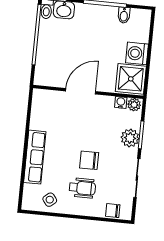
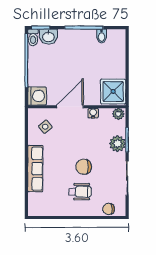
washing machine: (137, 53) -> (37, 96), moved, turned 180
water cooler: (121, 102) -> (93, 113), moved
side table: (50, 200) -> (45, 127), moved

